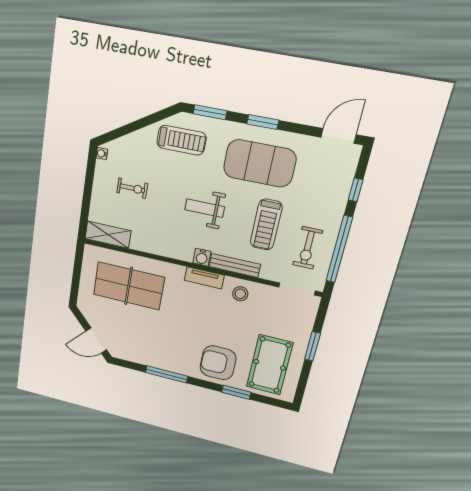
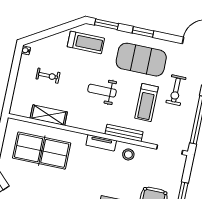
shelving: (108, 235) -> (49, 115), moved
exercise bike: (308, 248) -> (176, 90), moved
water cooler: (202, 257) -> (100, 127), removed

